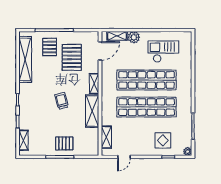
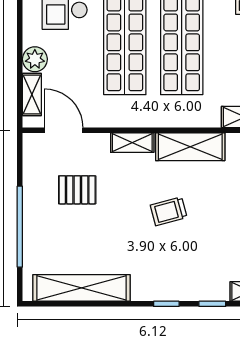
pallet: (50, 47) -> (55, 236), removed
pallet: (72, 57) -> (77, 190), width x0.67, depth x0.71

